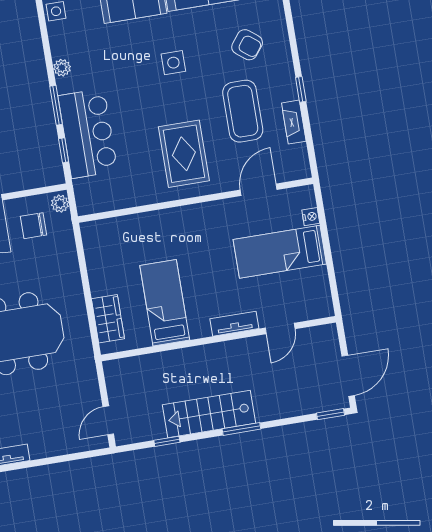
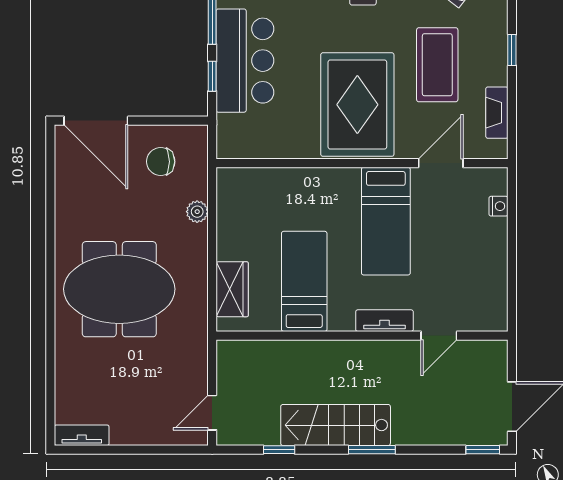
fireplace: (294, 122) -> (497, 113), moved
rug: (184, 154) -> (357, 105), width x1.37, depth x1.44
plant: (60, 204) -> (197, 212), moved
bed: (280, 252) -> (386, 221), moved, turned -90

